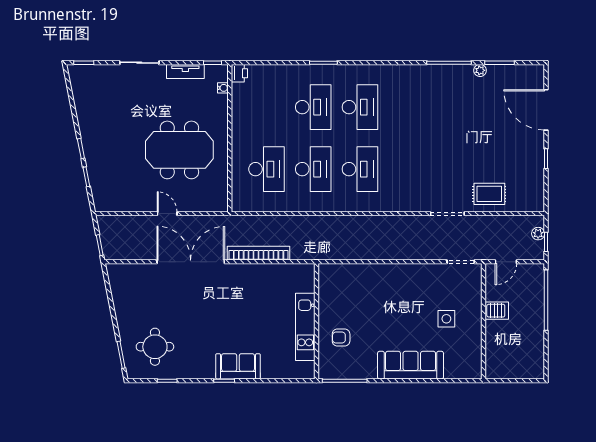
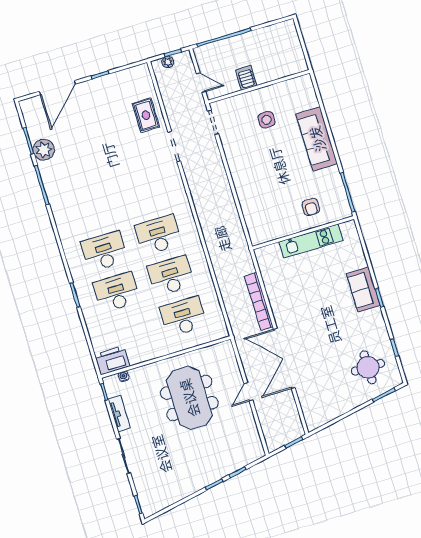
plant: (480, 70) -> (44, 150), width x1.88, depth x1.88
printer: (239, 73) -> (112, 360), width x1.87, depth x1.48

